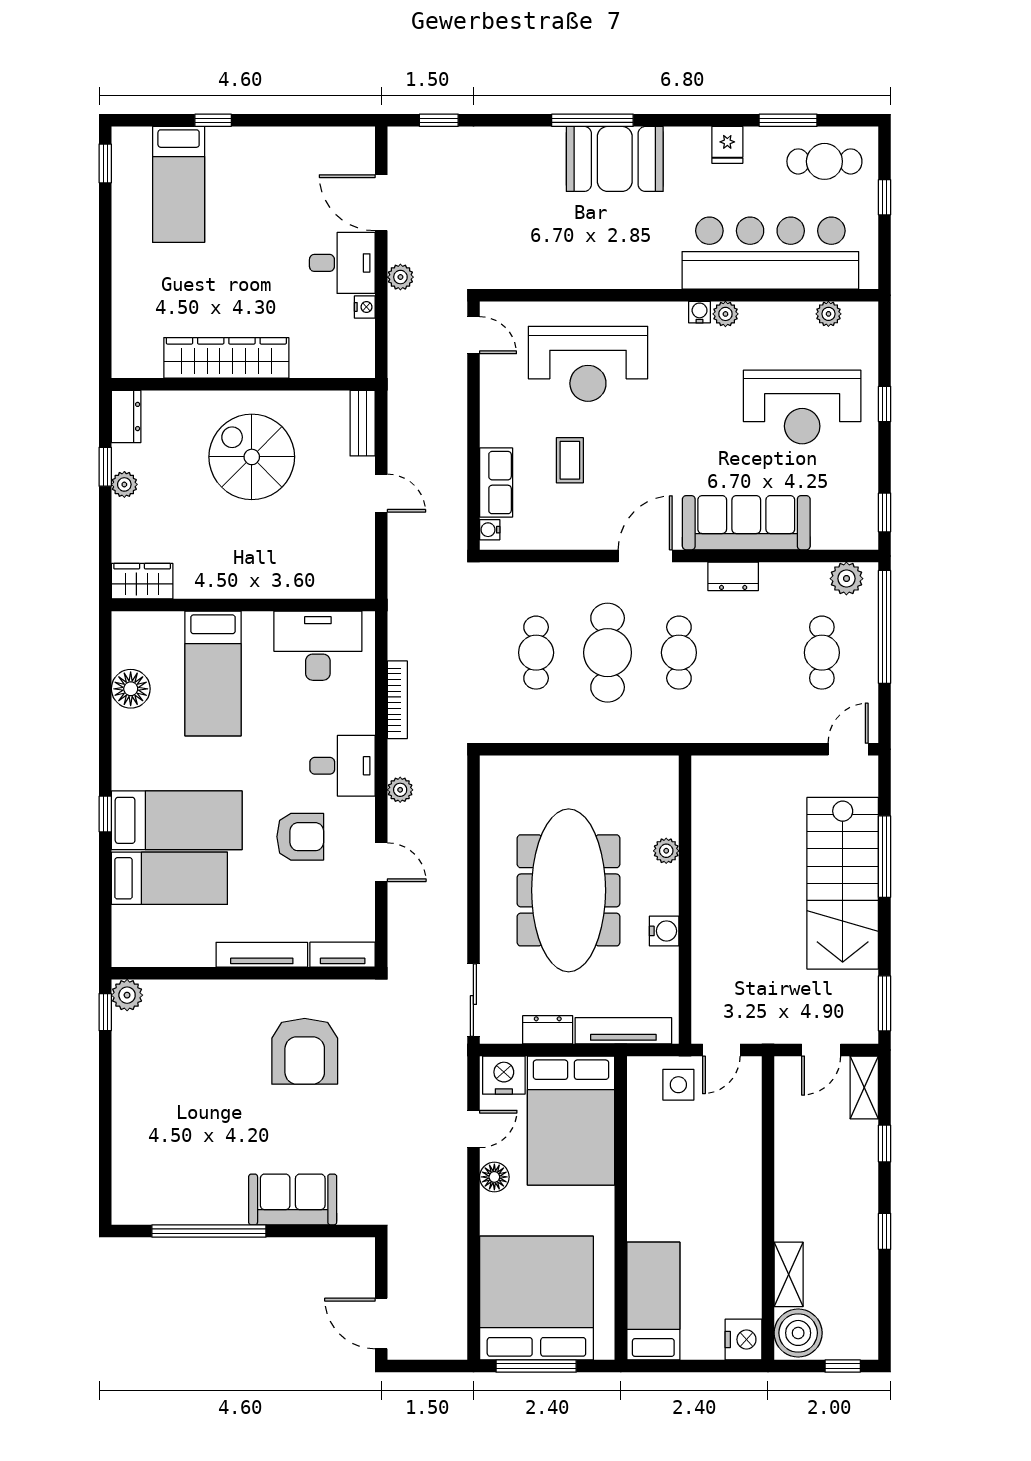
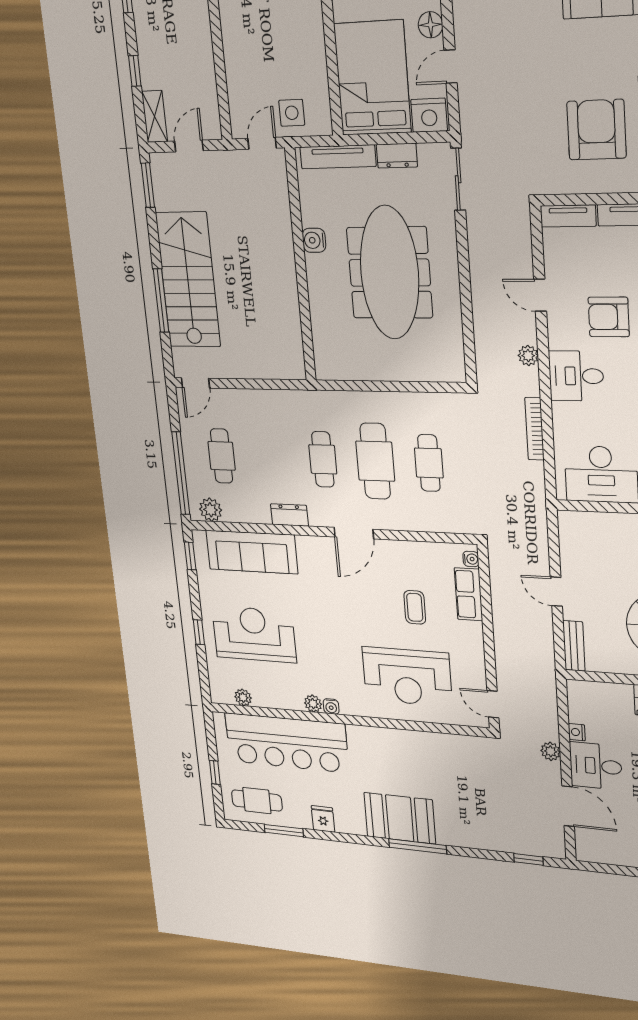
reception desk: (588, 364) -> (407, 677), turned 180
sofa: (746, 523) -> (252, 552), moved
plant: (666, 851) -> (318, 305), removed

